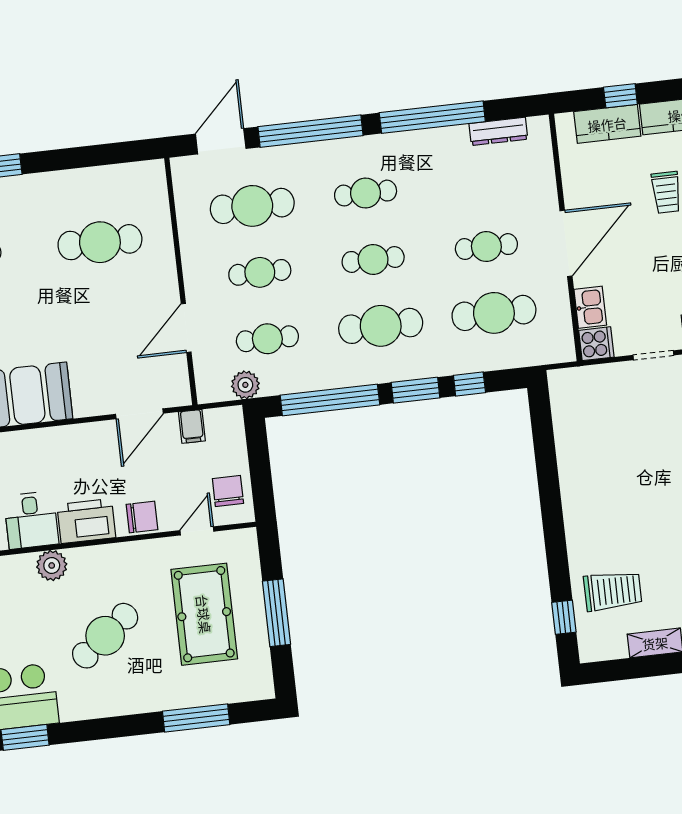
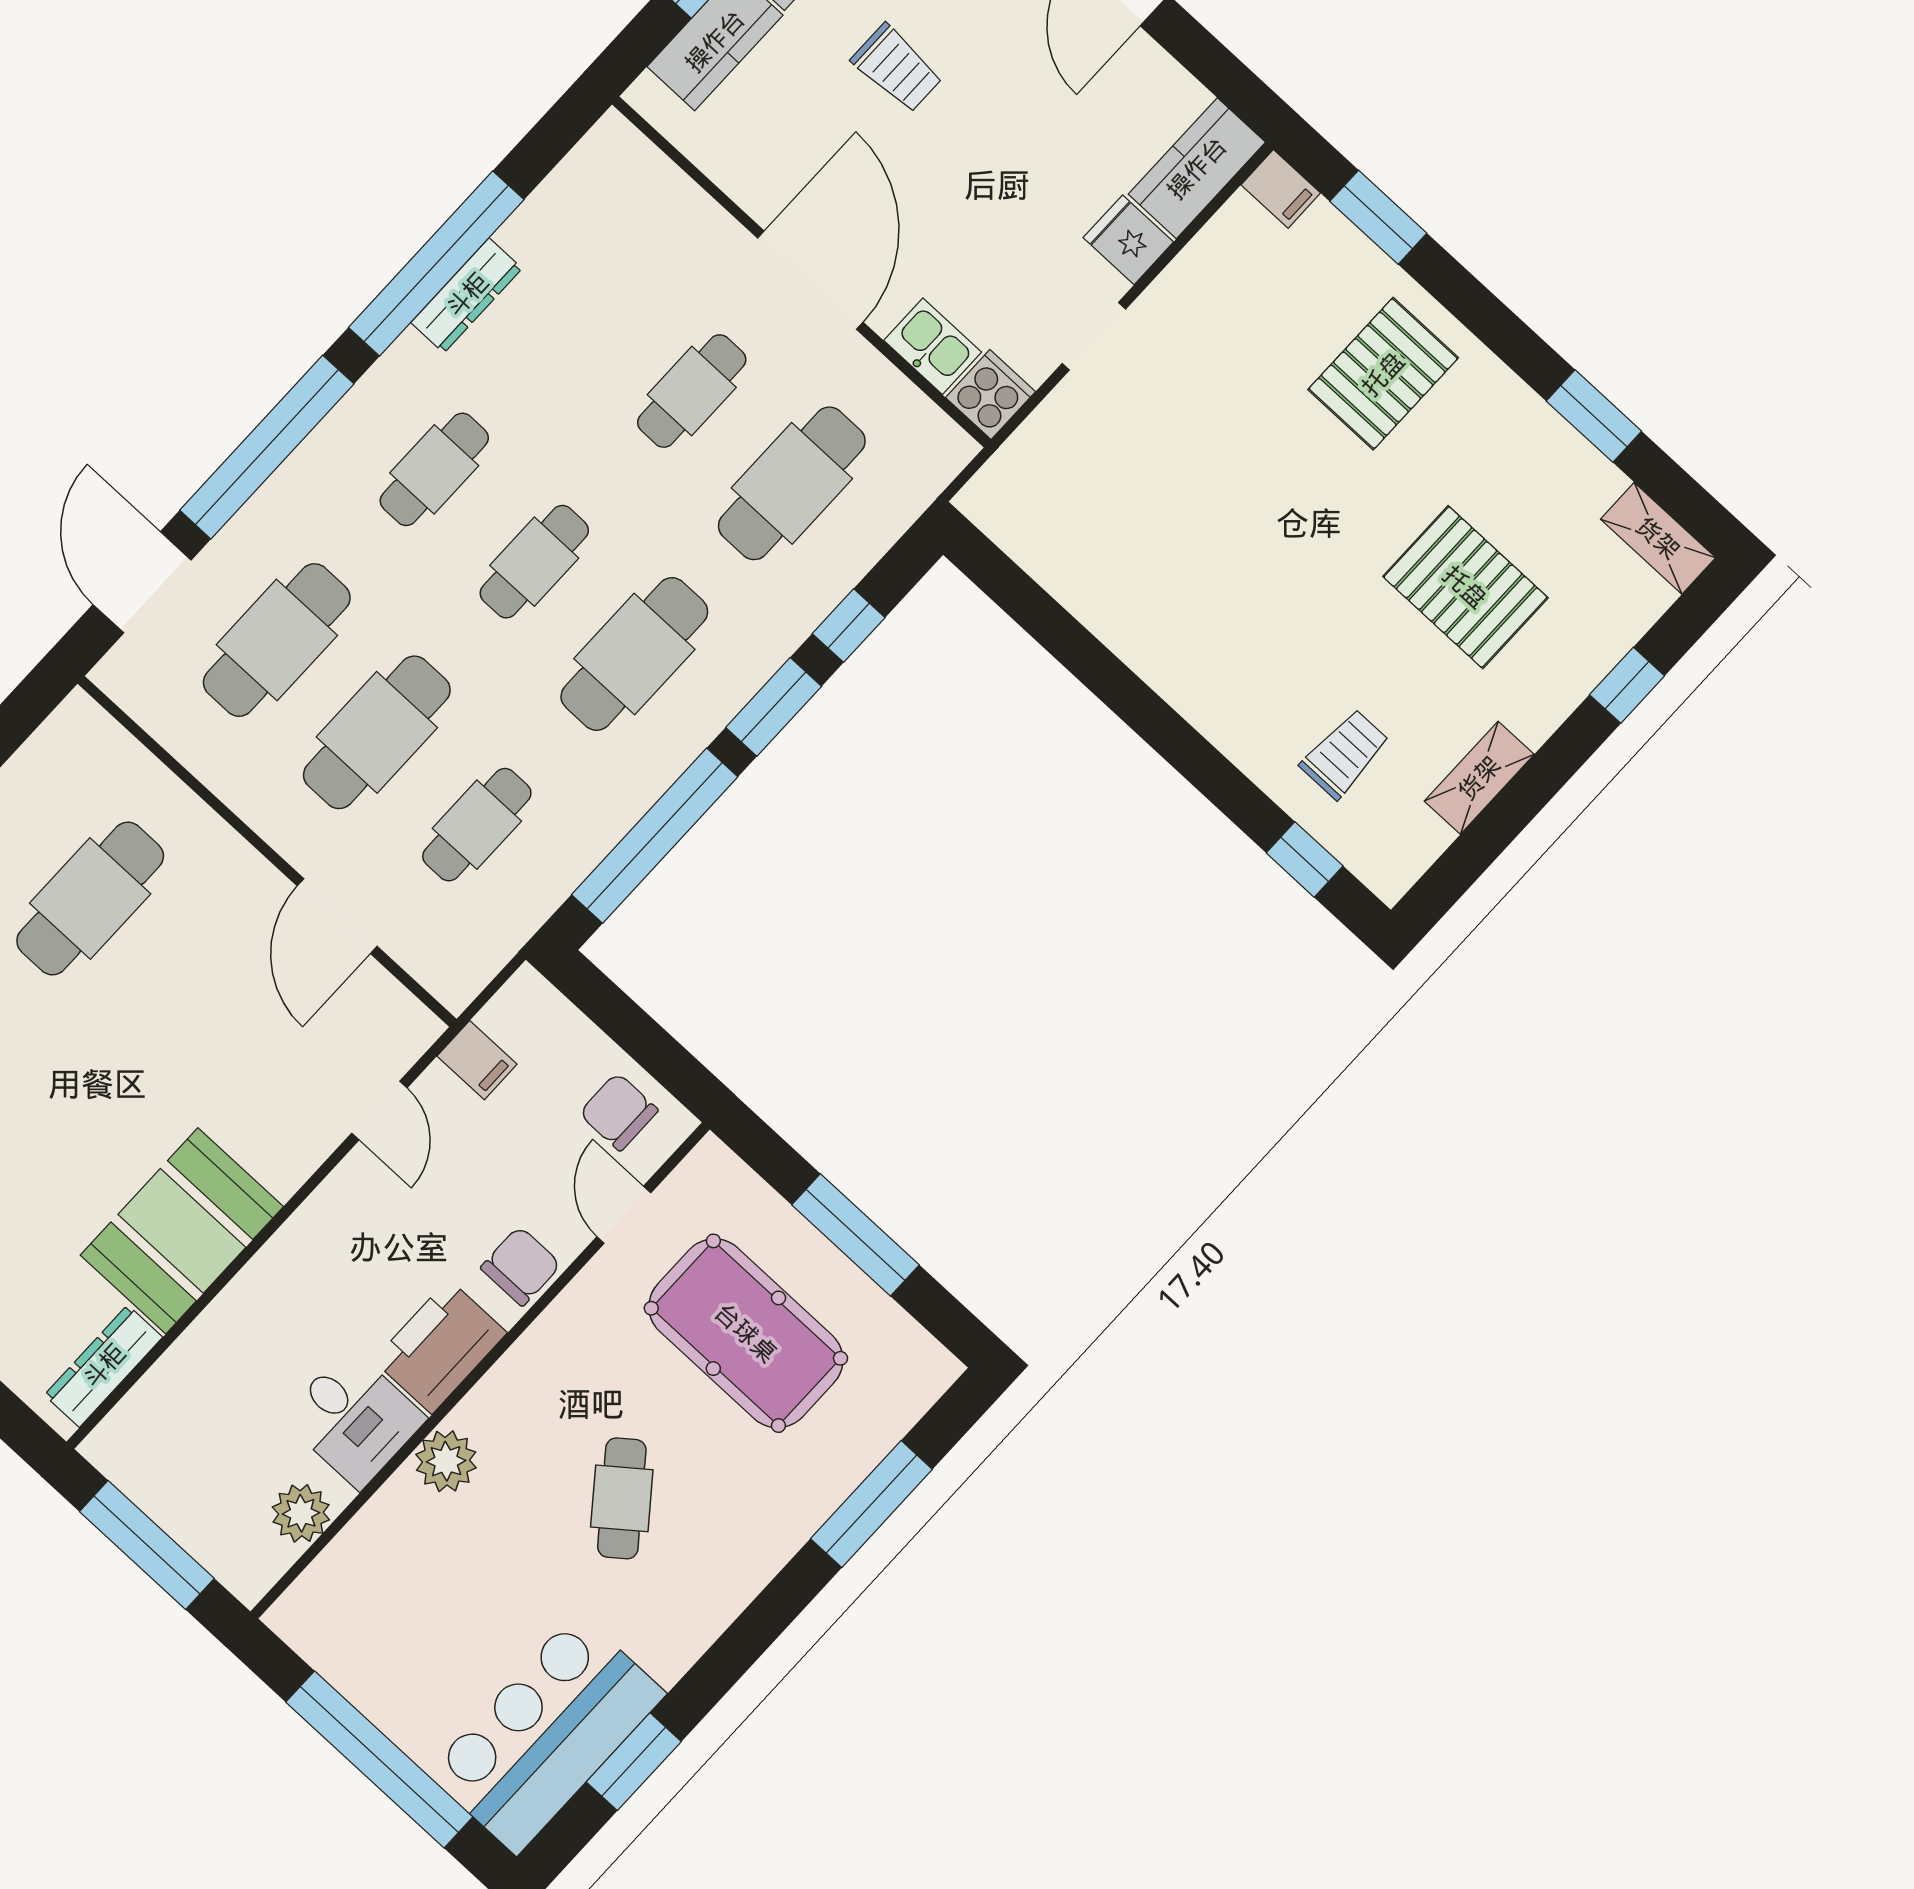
dresser: (498, 131) -> (467, 295), moved
cafe table: (260, 272) -> (377, 732), width x1.37, depth x1.35
plant: (245, 385) -> (504, 925), removed
door: (139, 414) -> (379, 1110), width x0.73
trolley: (613, 591) -> (1345, 754), width x0.73, depth x0.72
cafe table: (105, 636) -> (622, 1498), width x0.73, depth x0.74

